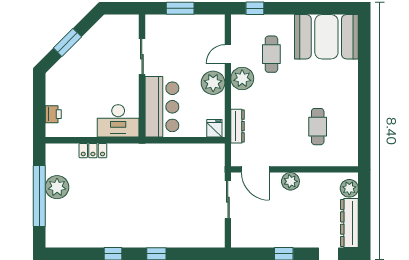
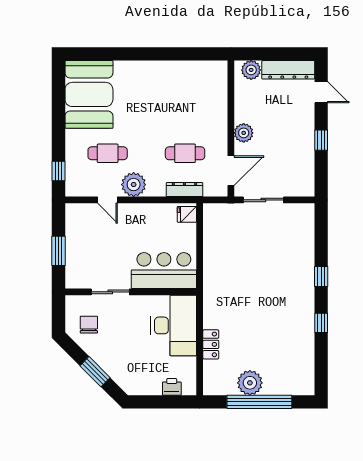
chair: (111, 37) -> (89, 325), added
plant: (213, 83) -> (138, 216), removed
desk: (118, 121) -> (174, 325), width x1.36, depth x1.30
cafe table: (318, 127) -> (185, 153), moved

